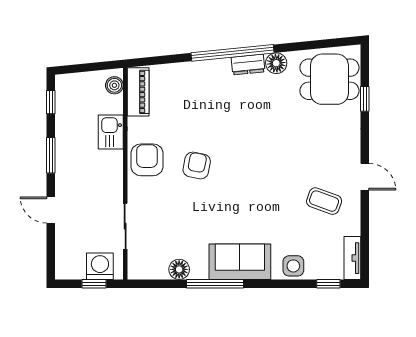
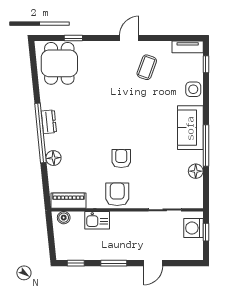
floor lamp: (276, 63) -> (53, 158), moved
armchair: (147, 160) -> (117, 194), turned 90
armchair: (197, 165) -> (121, 159), turned 79

